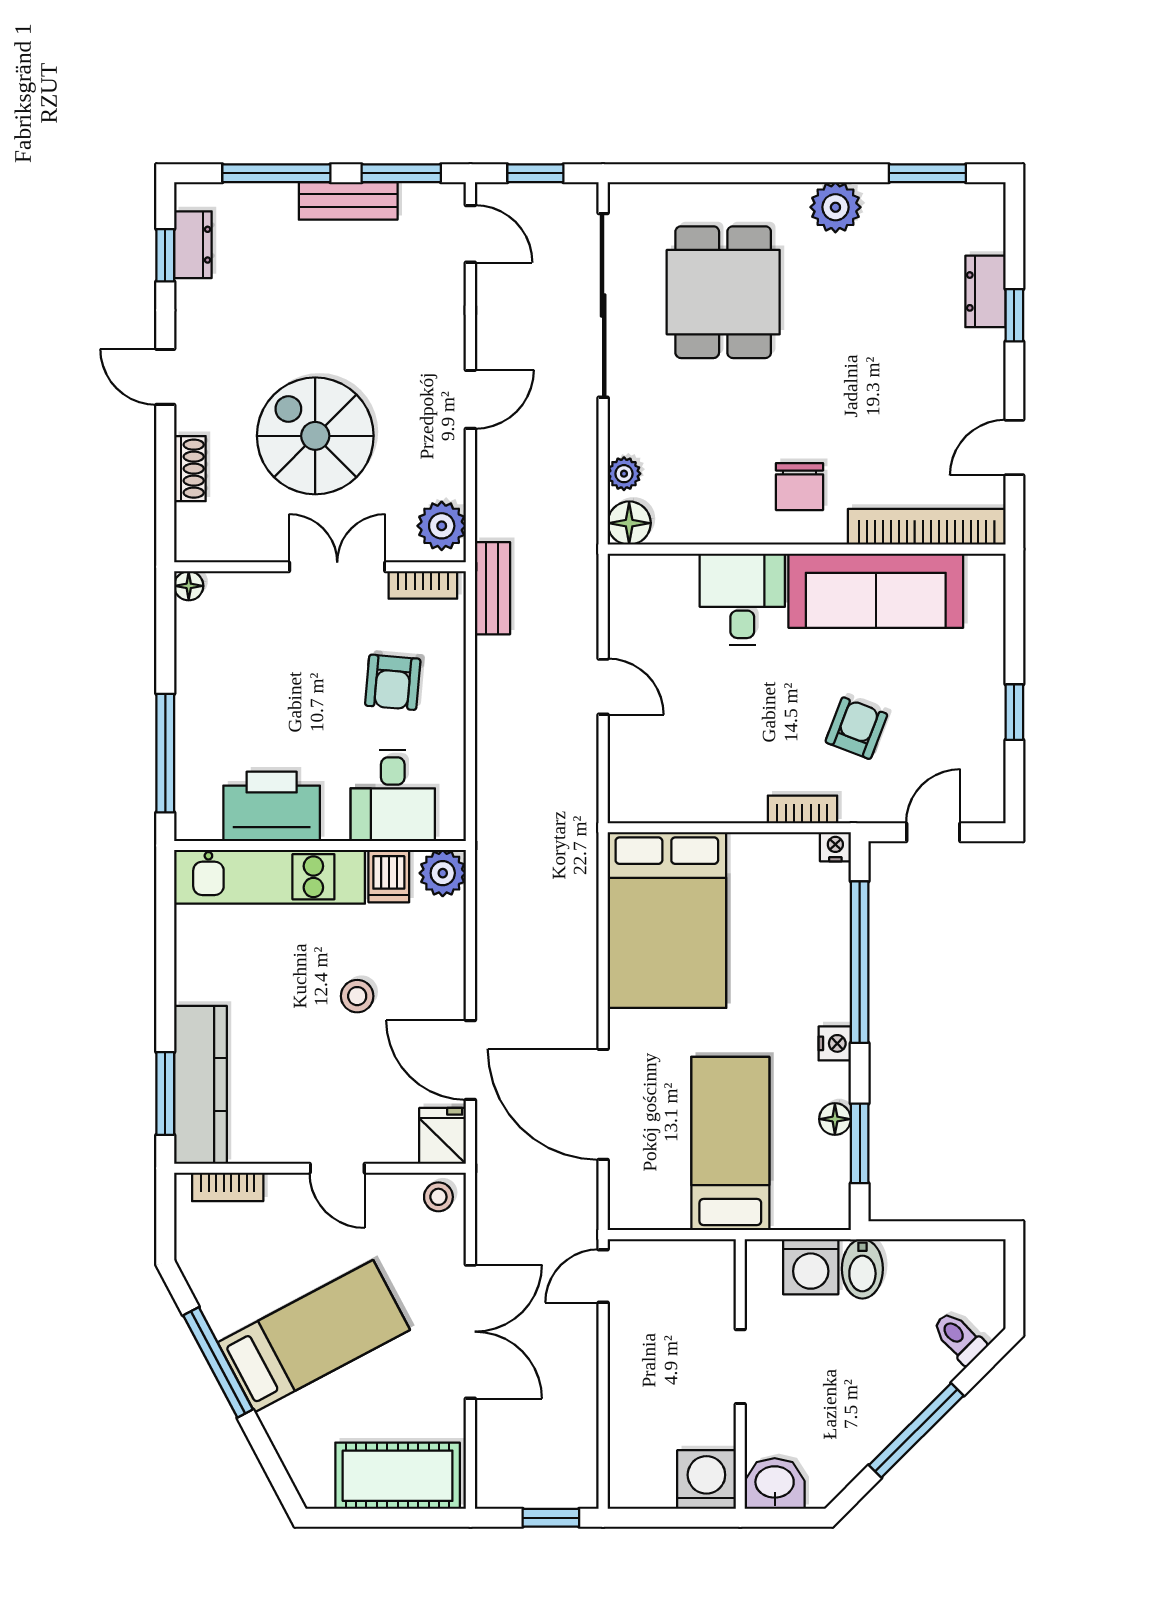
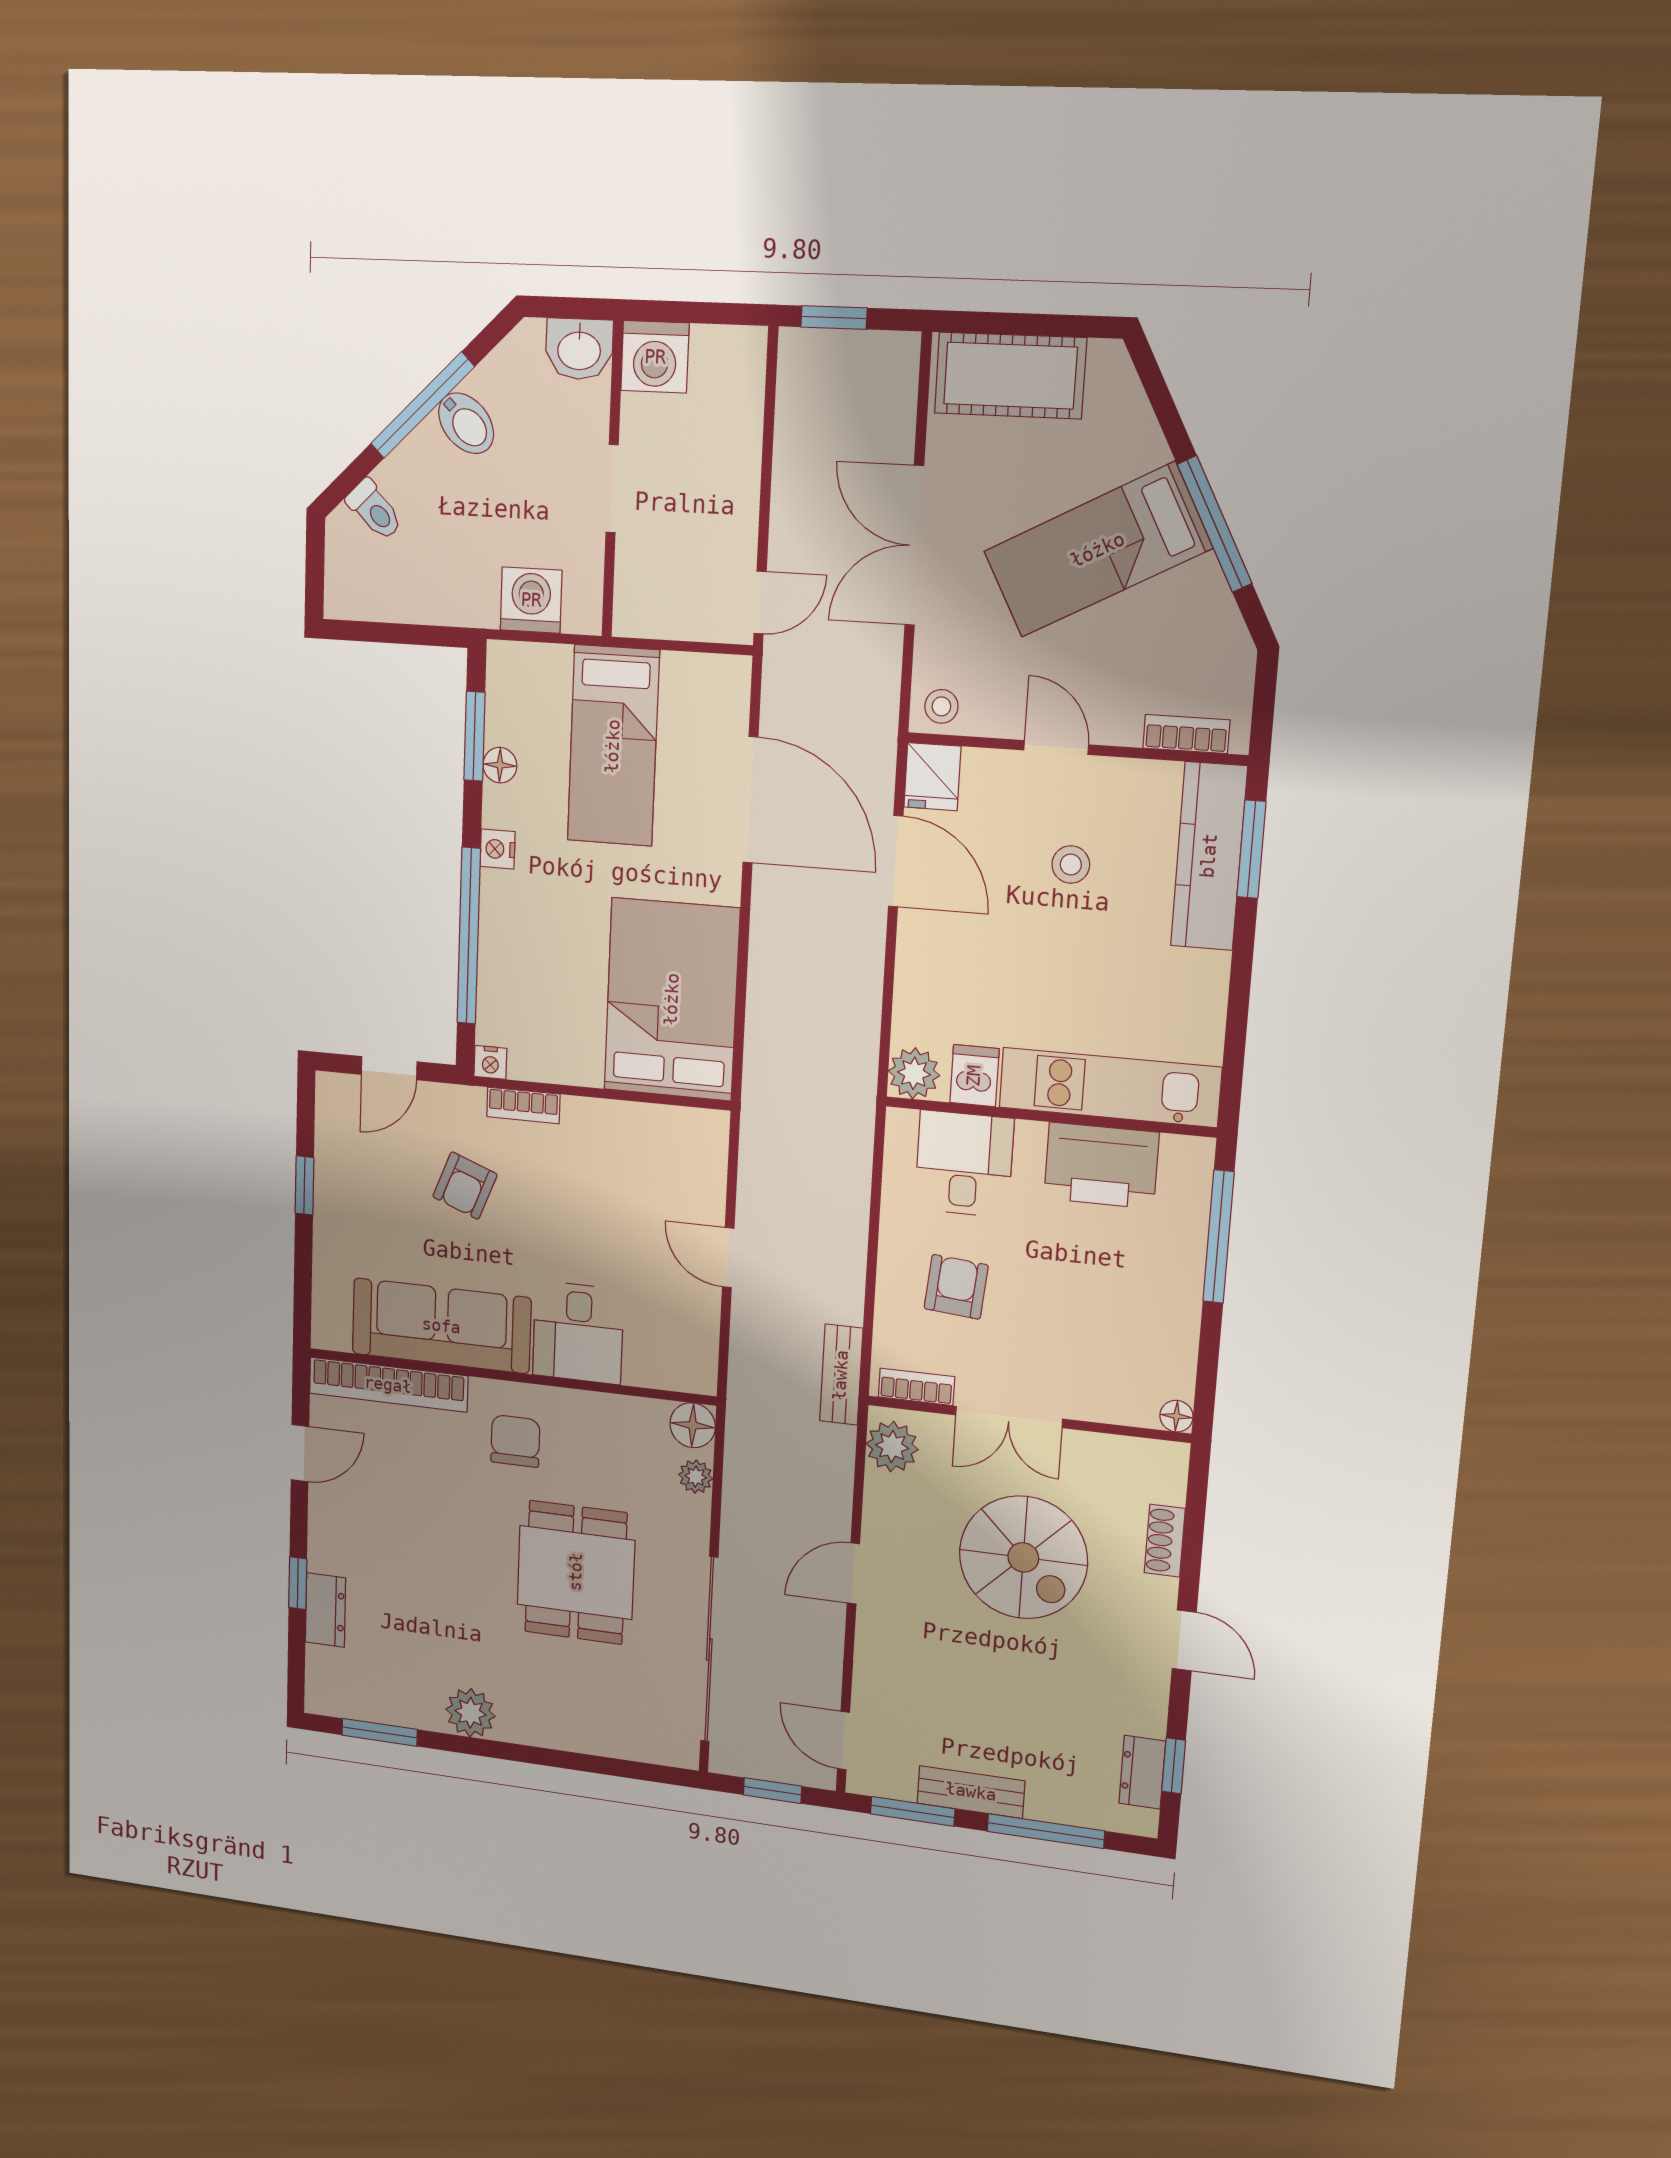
dining table: (723, 292) -> (576, 1572), moved
stool: (357, 996) -> (1071, 865), moved
bidet: (862, 1269) -> (466, 423), moved, turned 135

